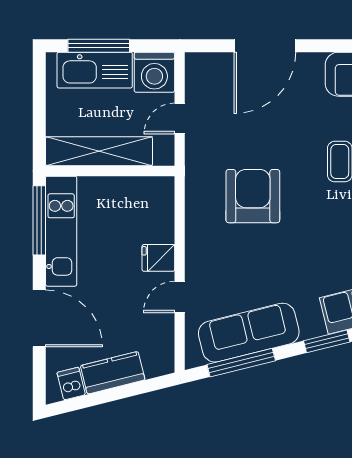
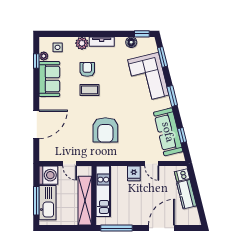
door: (265, 46) -> (36, 124), hinge flipped
armchair: (253, 196) -> (105, 130), turned -90
kitchen unit: (61, 231) -> (103, 191), moved, turned 90
window: (241, 363) -> (182, 135), width x0.46
dishwasher: (71, 384) -> (182, 175), moved

